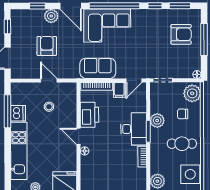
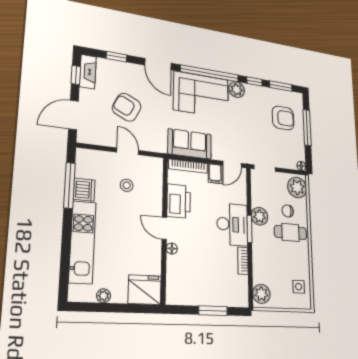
plant: (51, 16) -> (237, 90), moved
fireplace: (16, 22) -> (88, 72), added
armchair: (47, 46) -> (127, 107), turned -64
cafe table: (182, 144) -> (290, 233), moved
side table: (190, 174) -> (299, 287), width x0.54, depth x0.54

